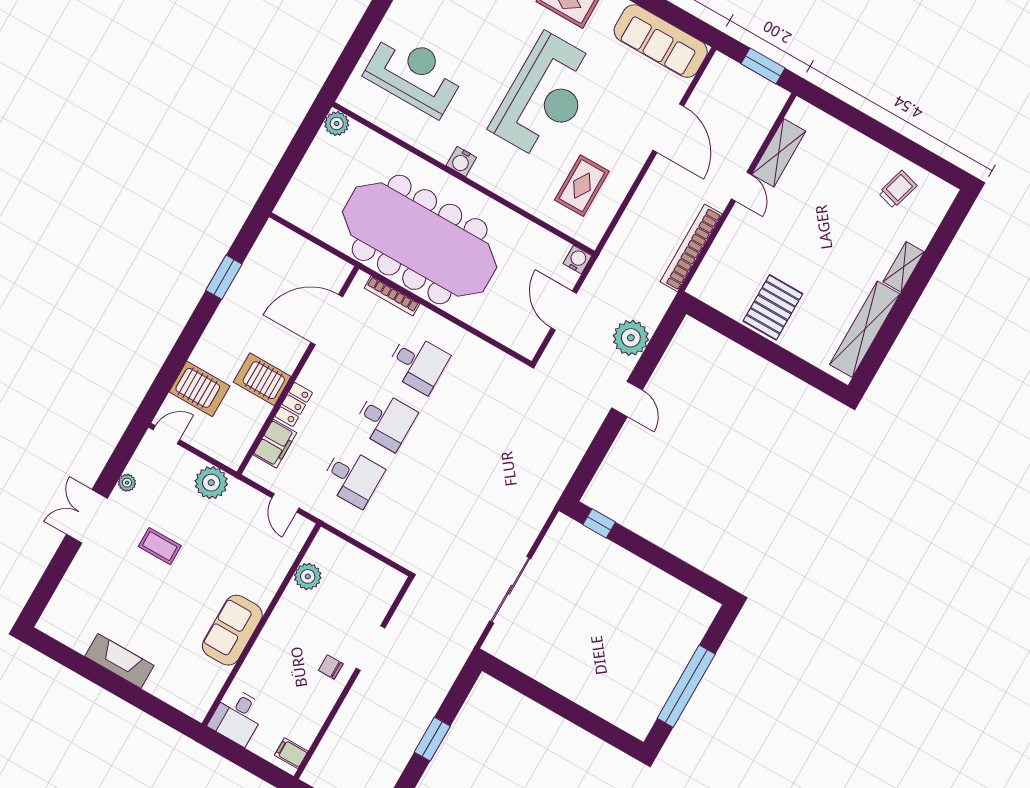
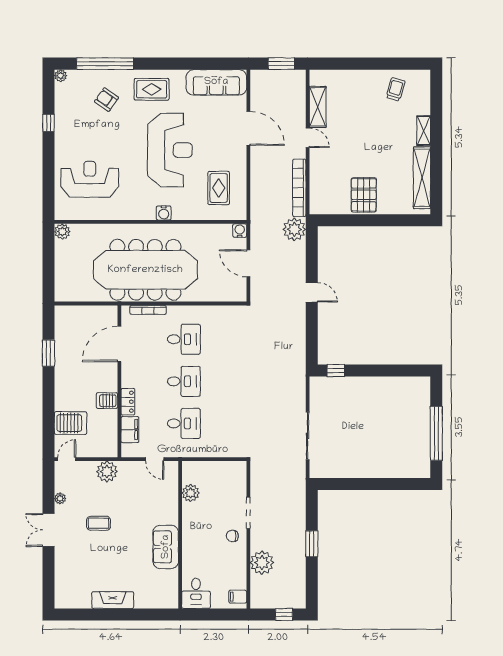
water cooler: (461, 161) -> (164, 213), moved
plant: (631, 338) -> (294, 229), moved
server rack: (262, 379) -> (107, 401), width x0.73, depth x0.70
plant: (350, 726) -> (262, 563), added

